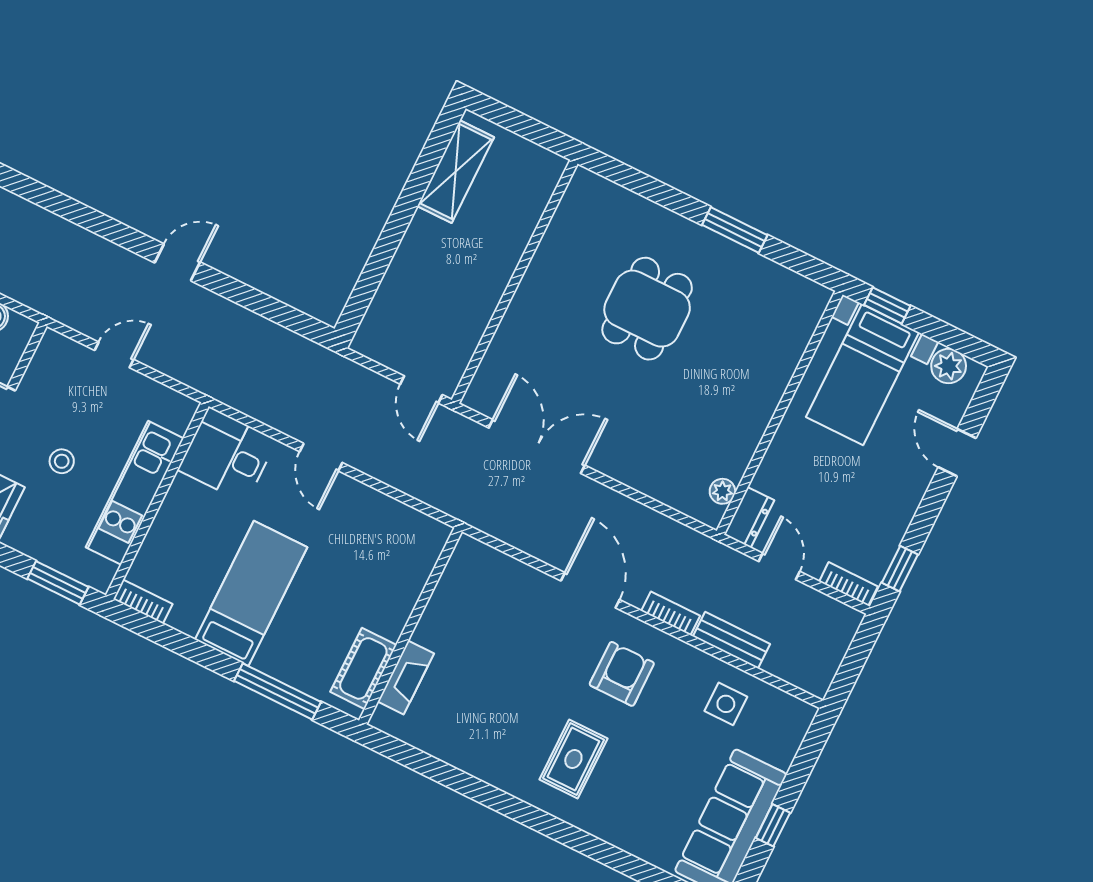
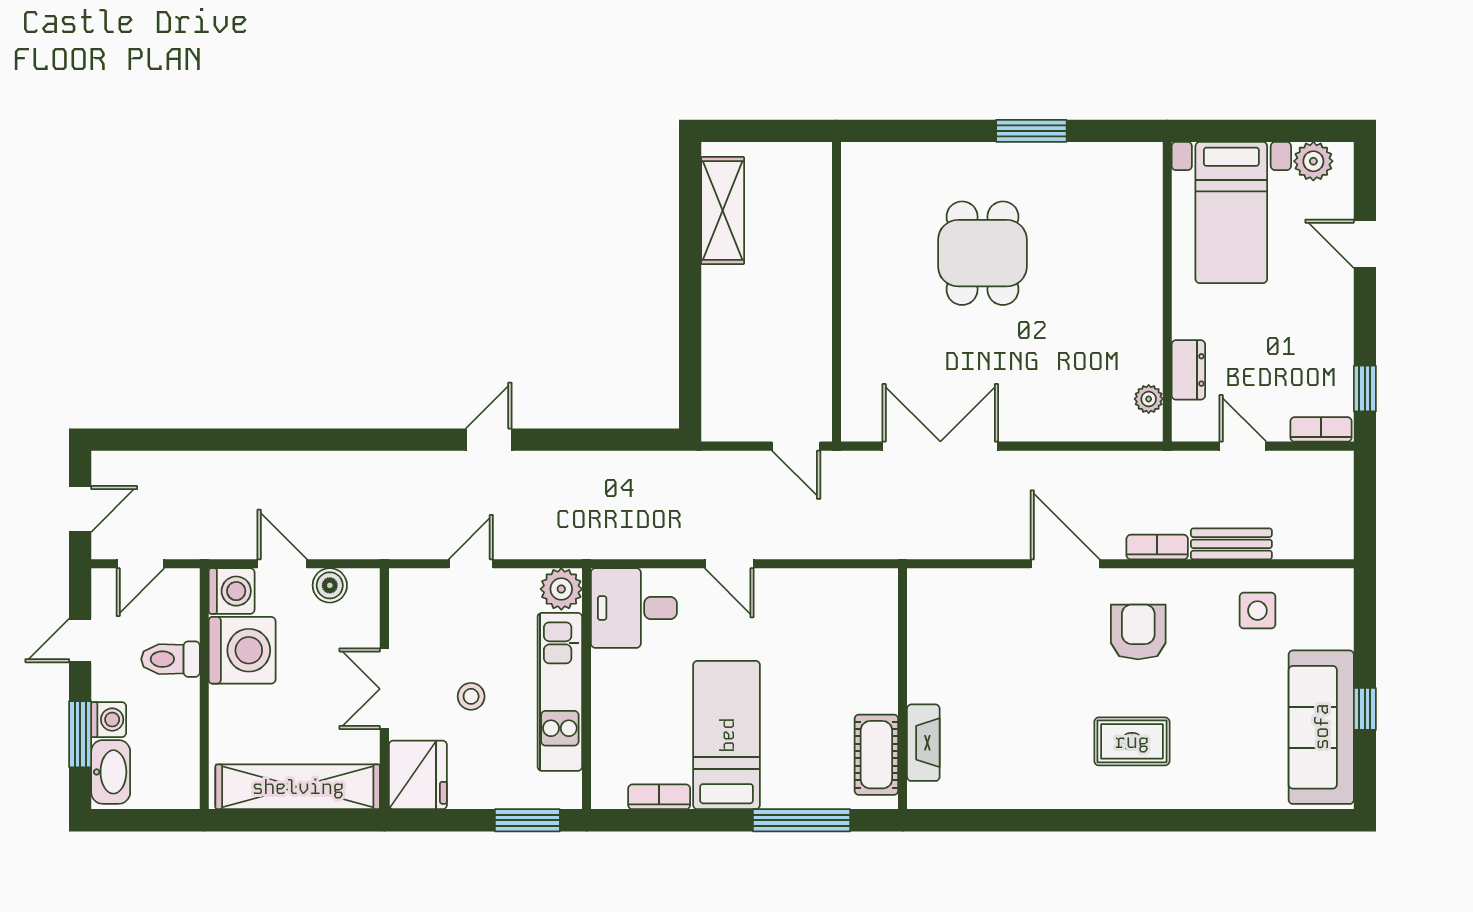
window: (887, 305) -> (1222, 131), removed
plant: (177, 411) -> (561, 589), added
dresser: (749, 517) -> (1188, 370), moved
bookcase: (143, 601) -> (659, 797), moved
rug: (573, 759) -> (1132, 741), turned 90

